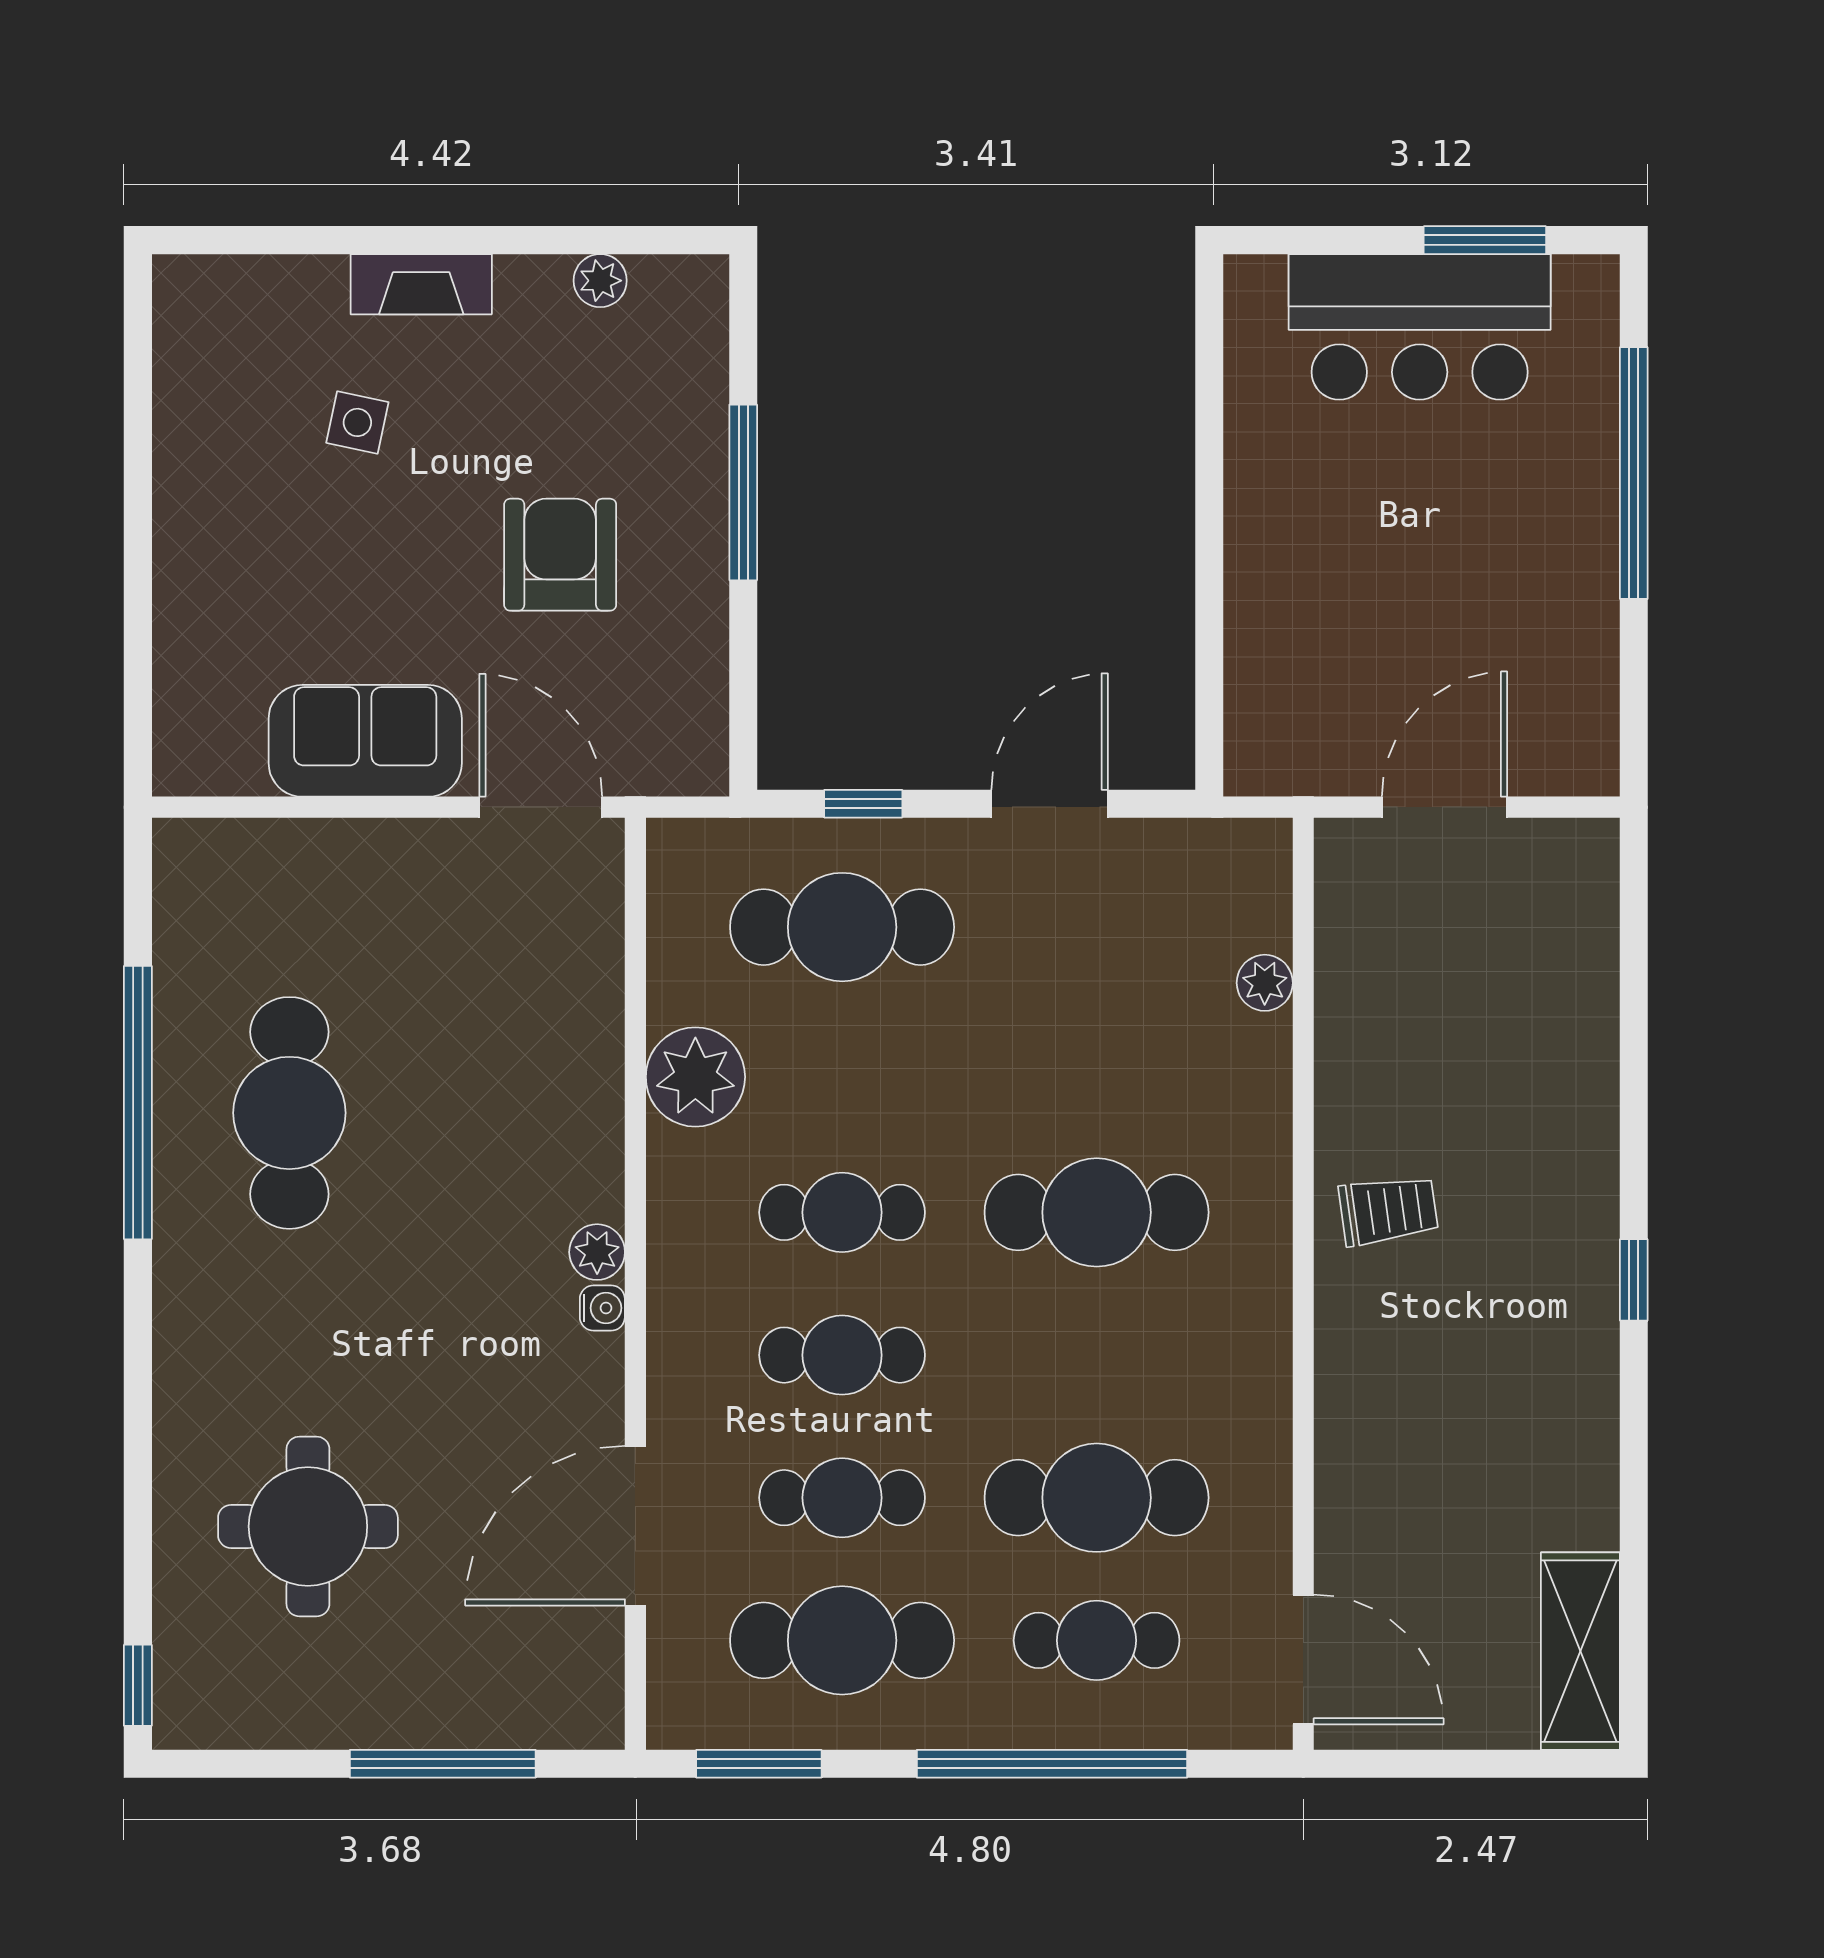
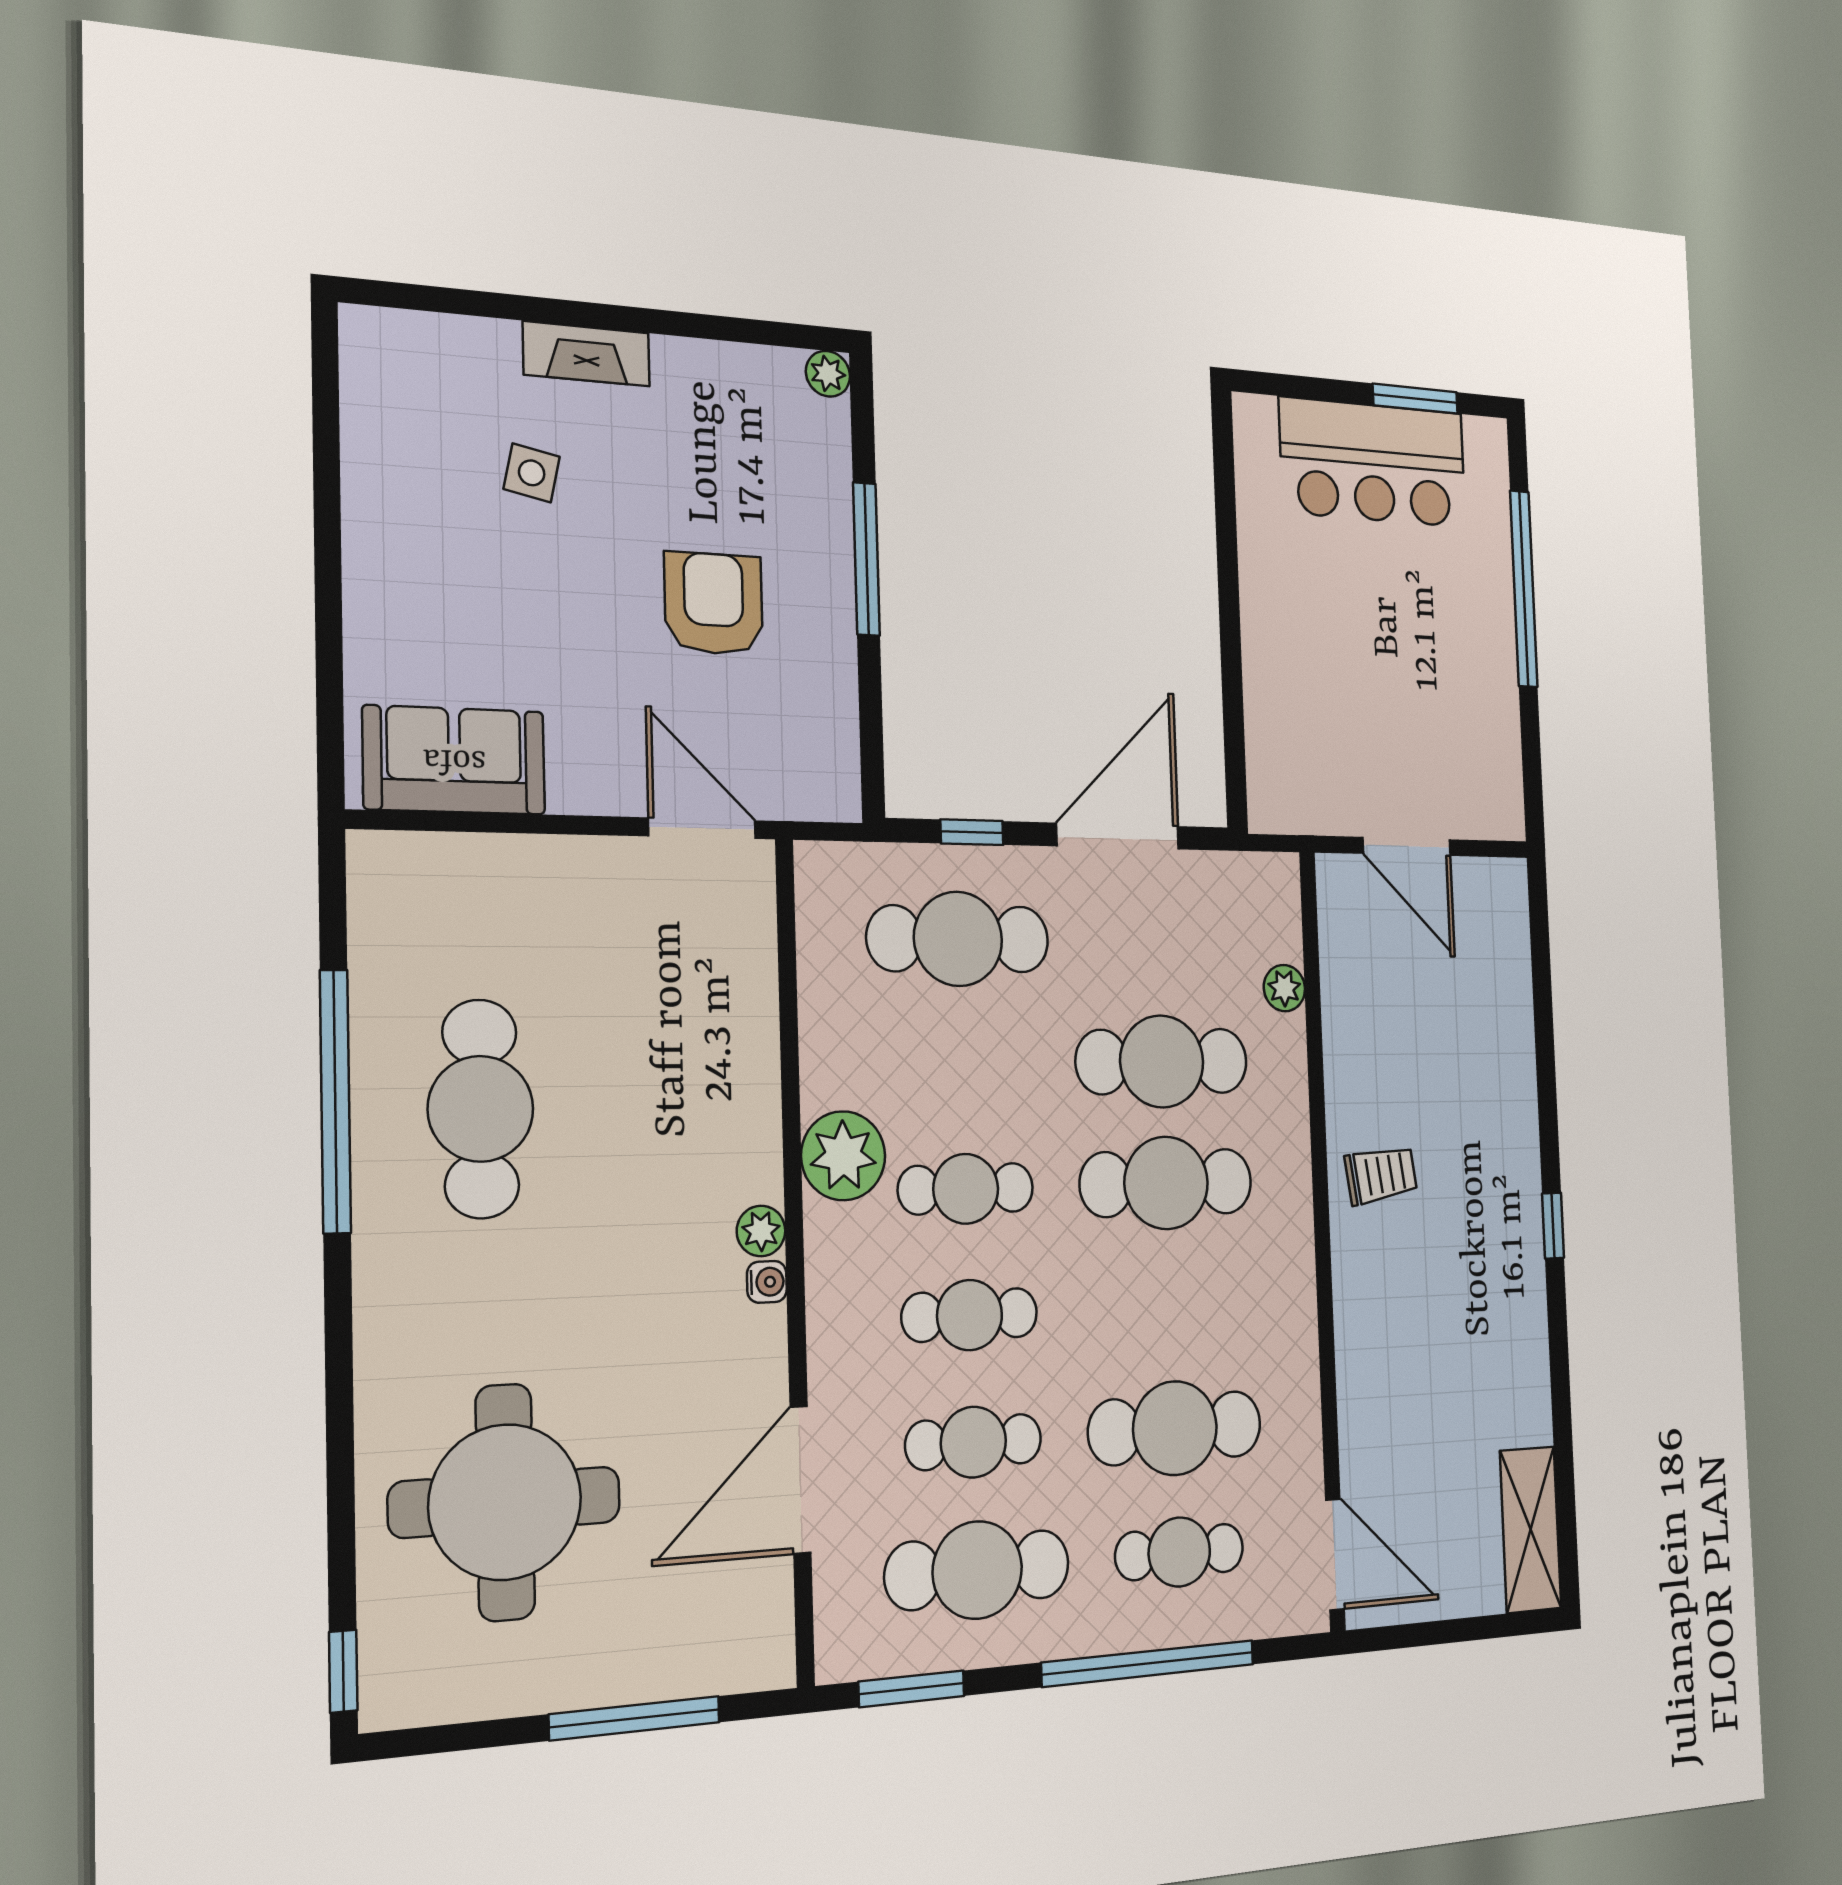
plant: (600, 281) -> (828, 374), moved
sofa: (365, 741) -> (454, 760), moved
door: (1050, 804) -> (1118, 836), width x1.36
door: (1445, 807) -> (1407, 846), swing flipped
cafe table: (1097, 1070) -> (1162, 1061), added
plant: (695, 1077) -> (843, 1156), moved
round table: (308, 1526) -> (505, 1502), width x1.36, depth x1.36

